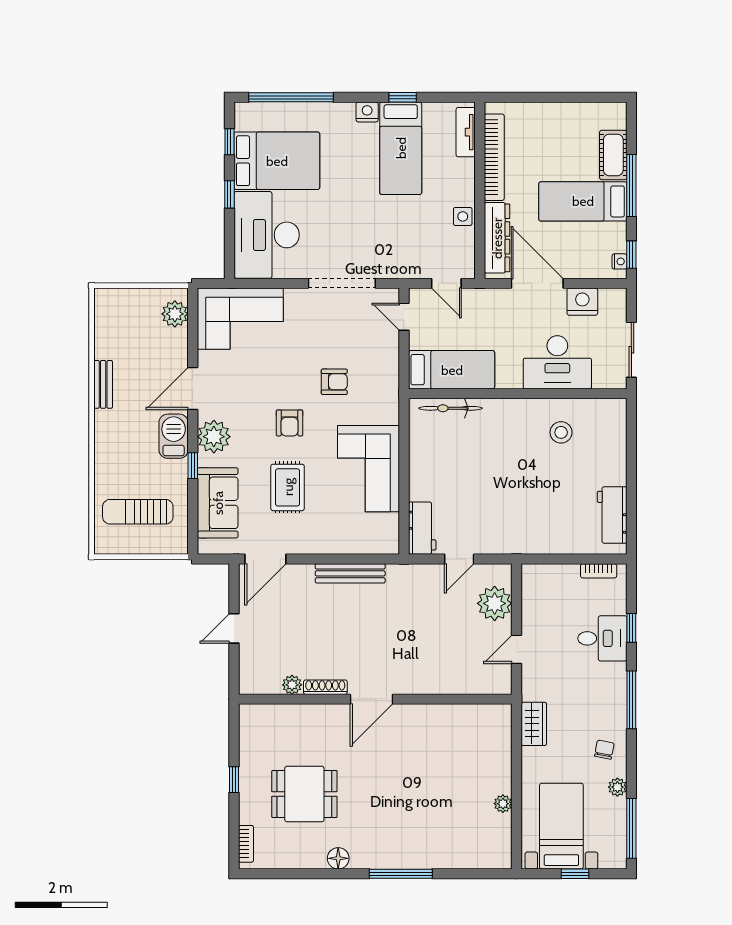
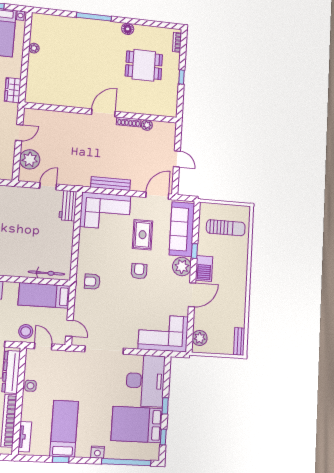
nightstand: (367, 112) -> (97, 452), moved
stool: (478, 307) -> (26, 331), added
armchair: (334, 382) -> (92, 282), moved
bench: (103, 384) -> (239, 341), moved
corner sofa: (369, 469) -> (105, 211), moved, turned 90
sofa: (218, 503) -> (182, 229), width x1.36
door: (234, 628) -> (177, 159), hinge flipped

